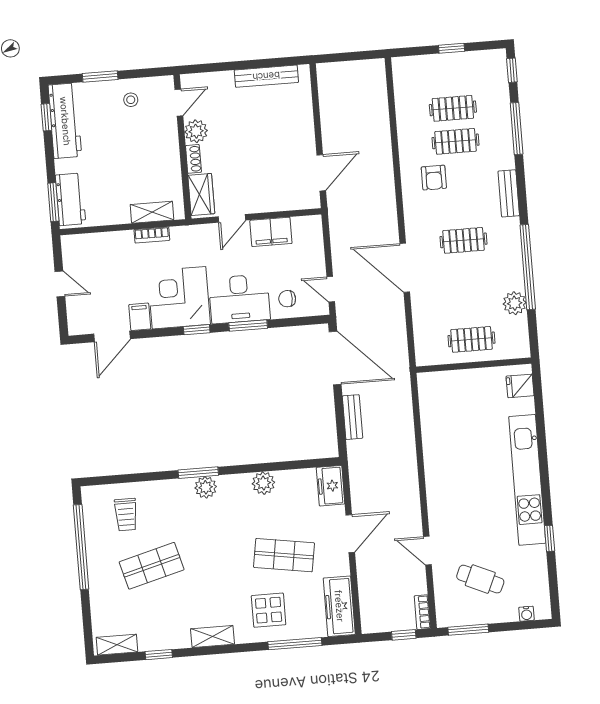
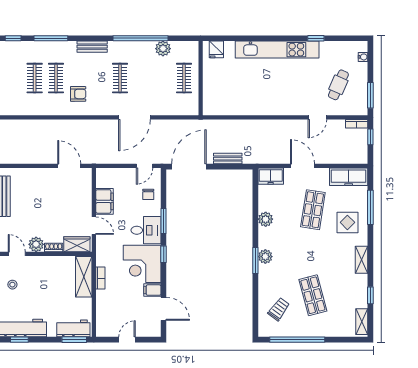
shelving: (152, 212) -> (84, 277), width x1.50, depth x1.33
desk: (239, 299) -> (146, 230), width x0.73
trolley: (126, 515) -> (279, 309), turned -54

